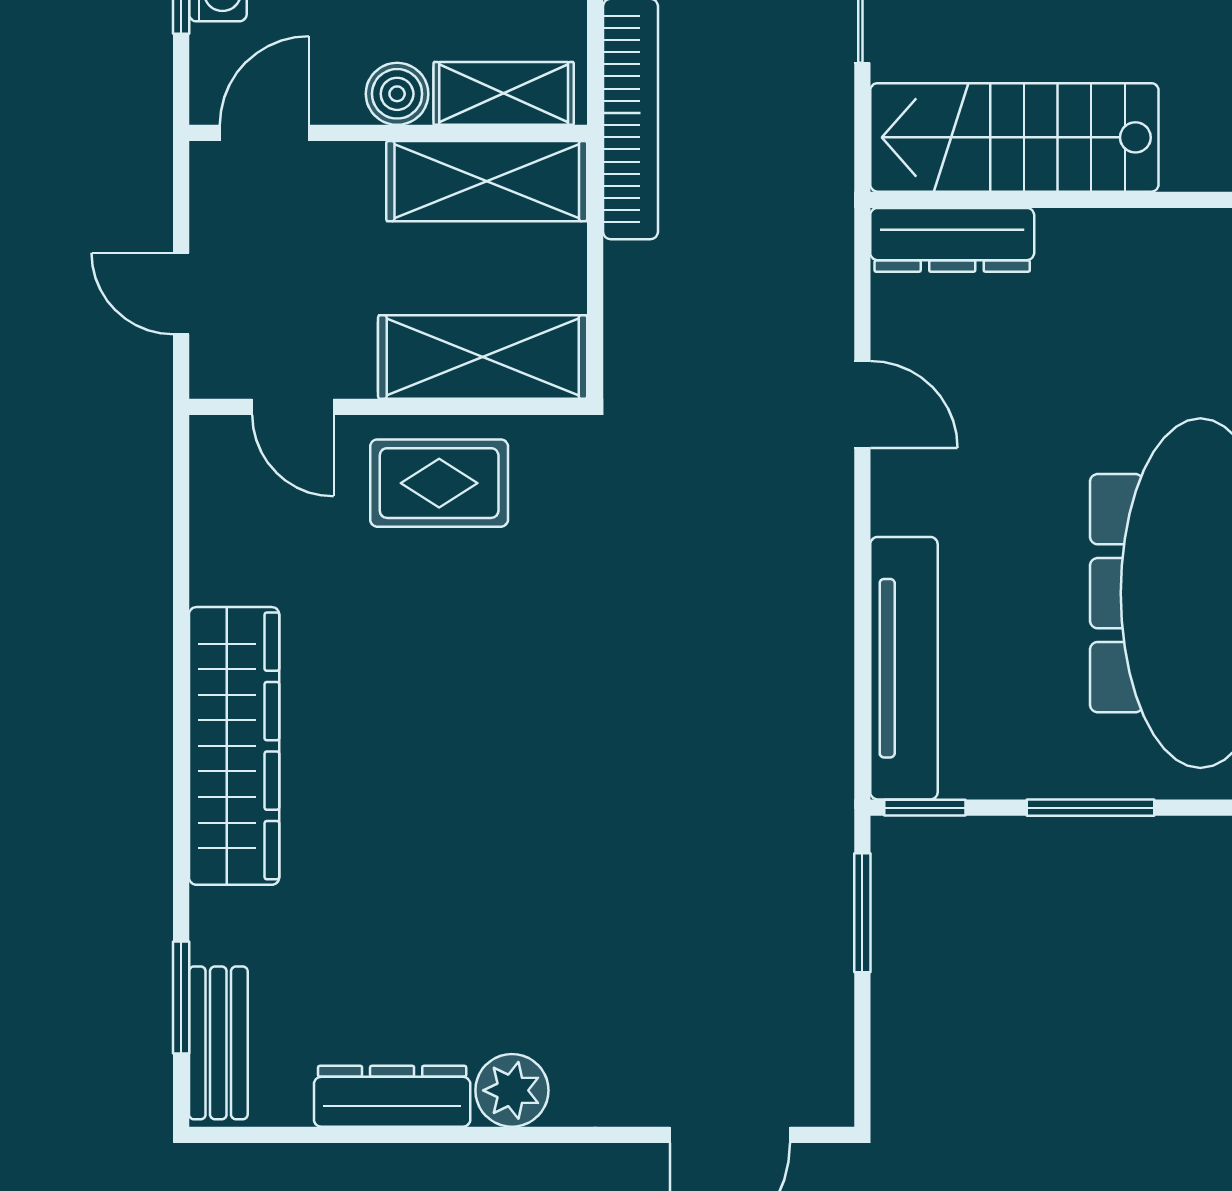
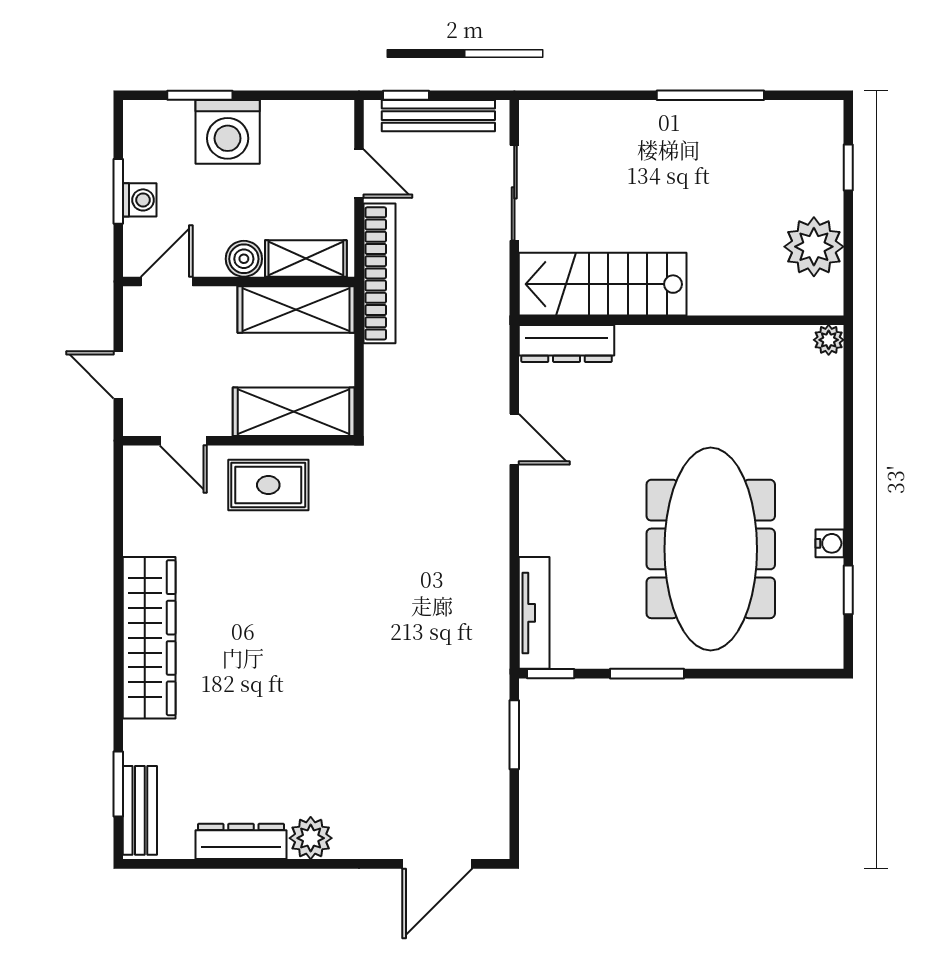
tv unit: (904, 668) -> (534, 613), width x0.73, depth x0.78

